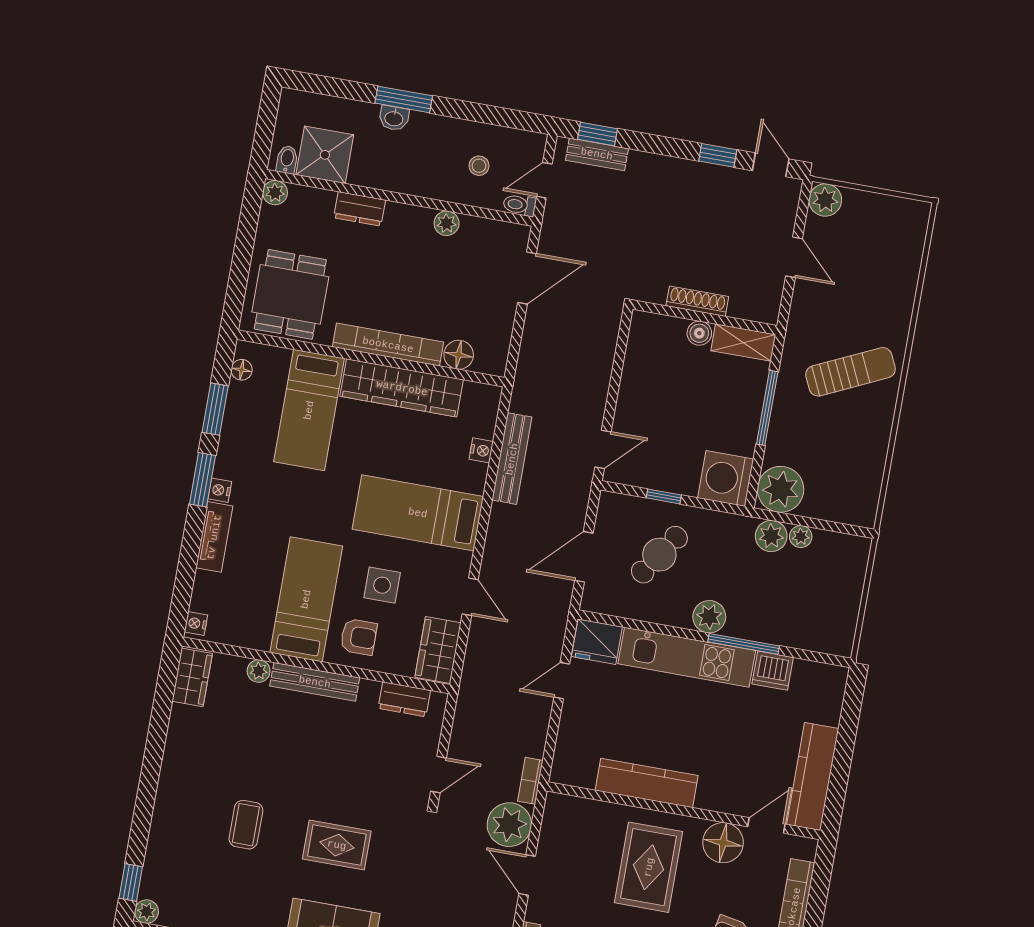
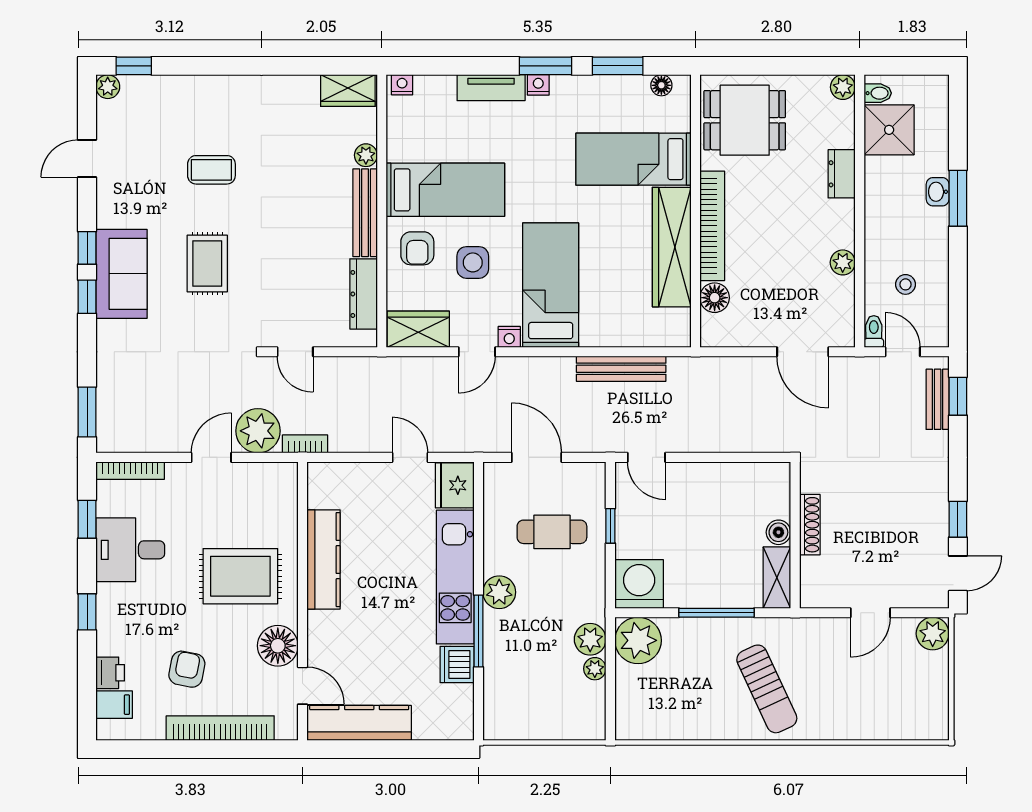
nightstand: (481, 450) -> (509, 337), moved
cafe table: (659, 555) -> (552, 532), turned -34
dresser: (404, 699) -> (364, 294), width x1.44

